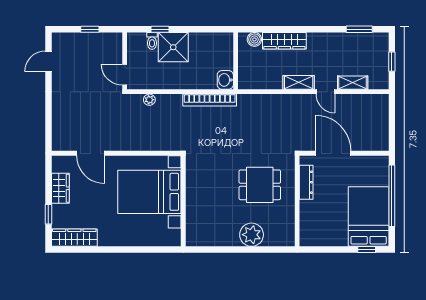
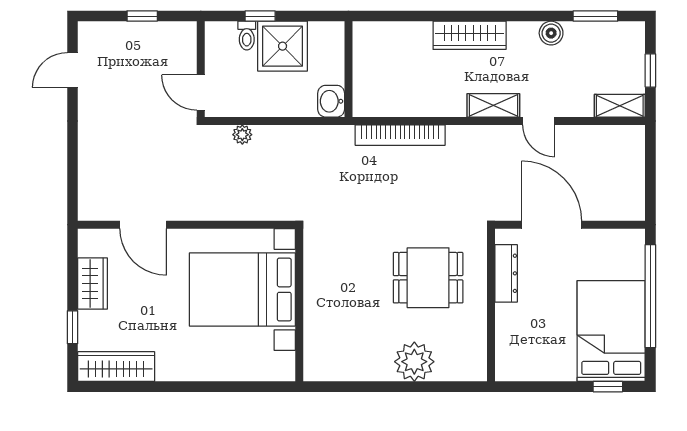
boiler: (254, 39) -> (551, 33), moved
wall: (236, 61) -> (348, 69), moved
washbasin: (225, 80) -> (331, 101), moved
shelving: (353, 83) -> (620, 106), moved
bookcase: (210, 100) -> (400, 135), moved

